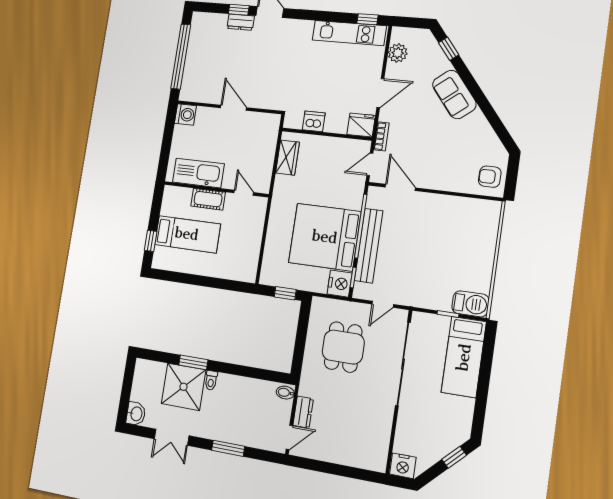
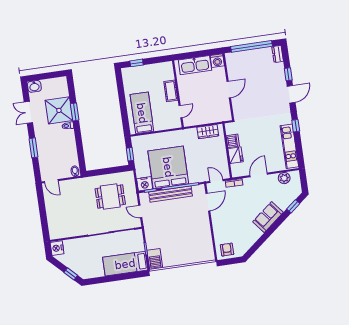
window: (367, 19) -> (296, 126), moved
dresser: (241, 22) -> (278, 54), moved
door: (380, 93) -> (259, 175), swing flipped
fridge: (361, 125) -> (236, 155), moved
kitchen sink: (198, 173) -> (195, 65), moved, turned 90
bed: (187, 234) -> (142, 113), moved, turned 180
dresser: (303, 412) -> (67, 185), removed

